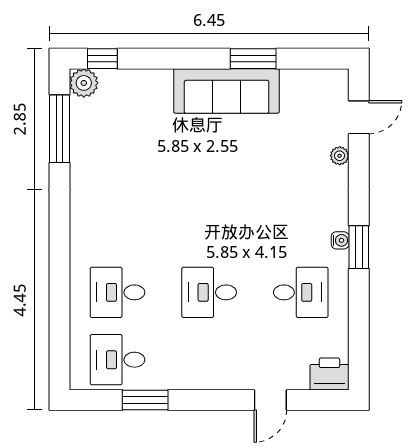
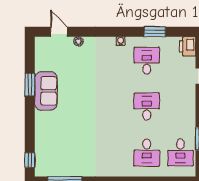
plant: (84, 83) -> (42, 169), removed
sofa: (226, 91) -> (46, 91), width x0.73
window: (359, 247) -> (155, 32), moved
desk: (209, 292) -> (147, 107), turned 180

